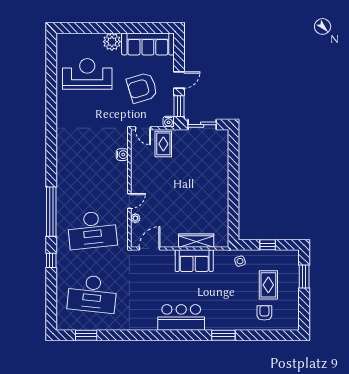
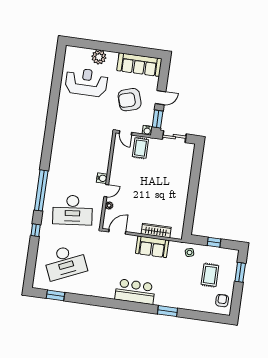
plant: (112, 42) -> (99, 57), moved
water cooler: (122, 155) -> (102, 178), moved
desk: (92, 294) -> (65, 262), turned -30
armchair: (264, 313) -> (222, 301), moved

